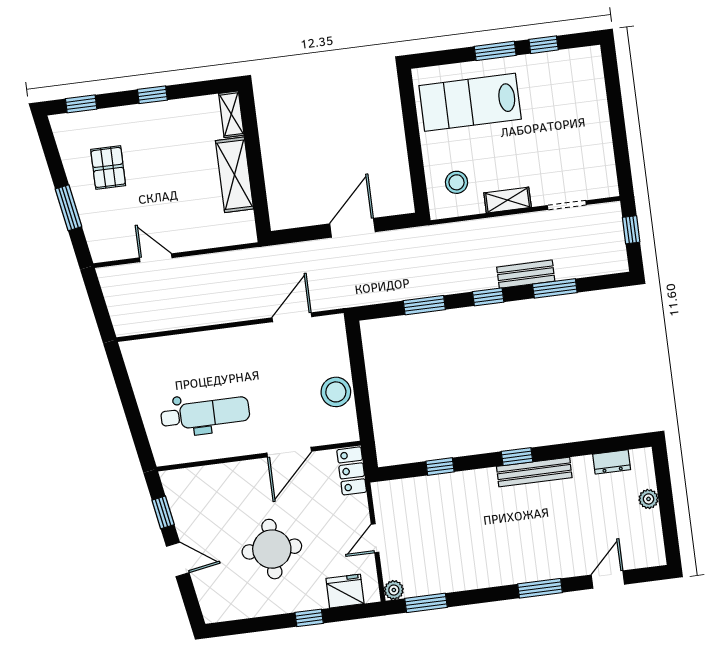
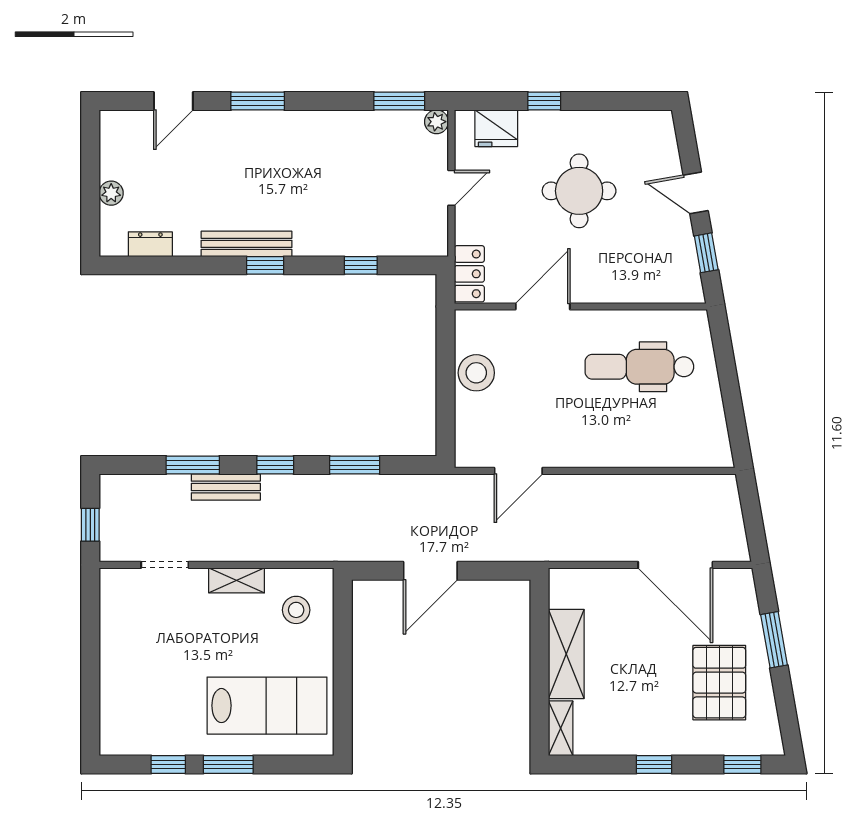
pallet: (108, 167) -> (719, 683), width x1.50, depth x1.42
door: (156, 258) -> (675, 565), width x1.87

